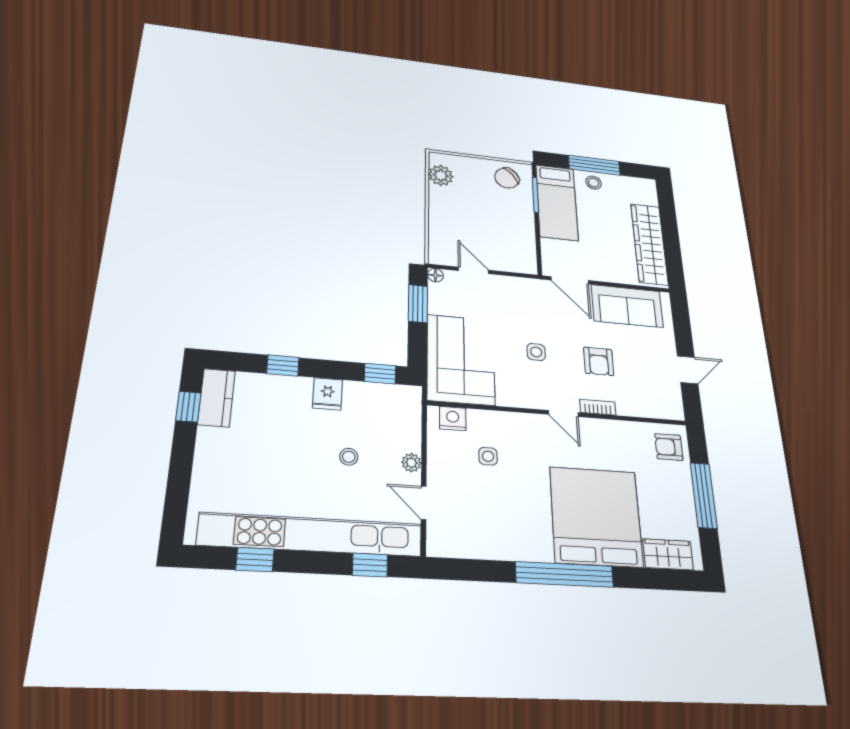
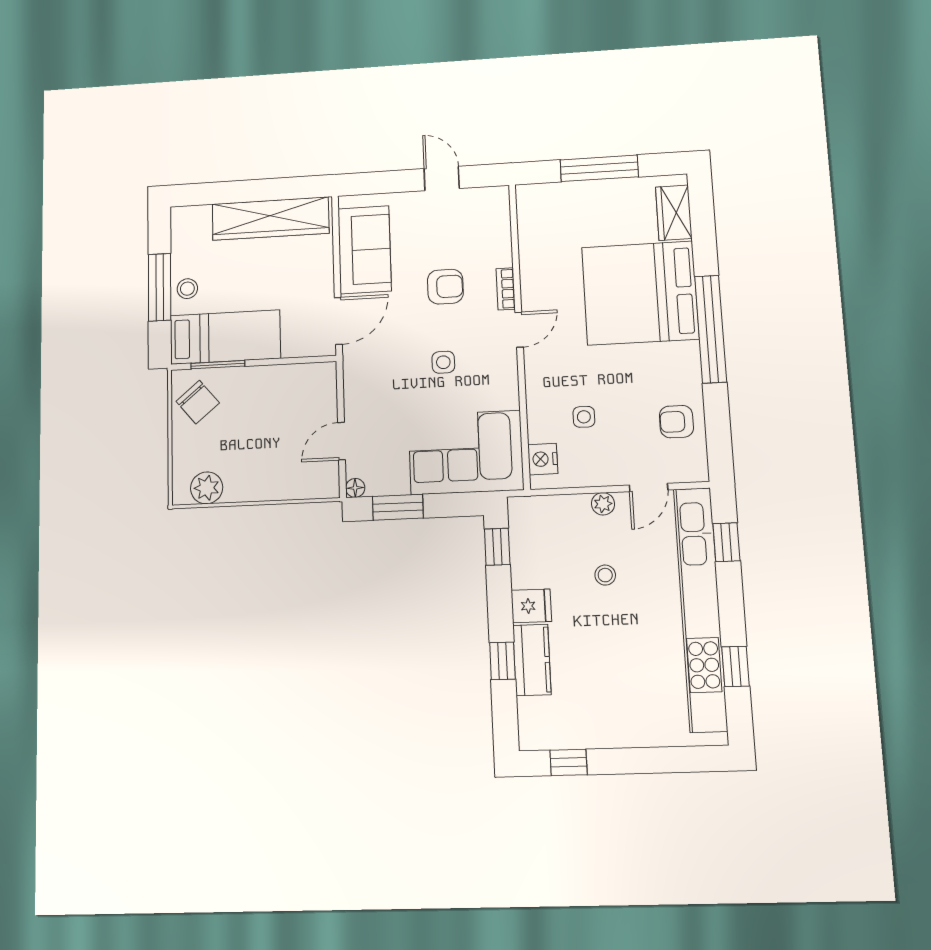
kitchen counter: (216, 398) -> (532, 660), moved, turned 90
armchair: (669, 447) -> (676, 422), moved, turned 90

